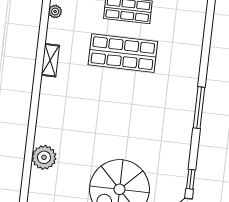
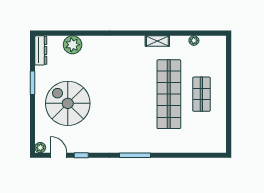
shop shelf: (123, 53) -> (169, 94), width x1.40
plant: (44, 157) -> (73, 45), moved

